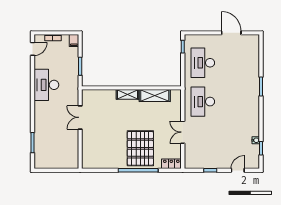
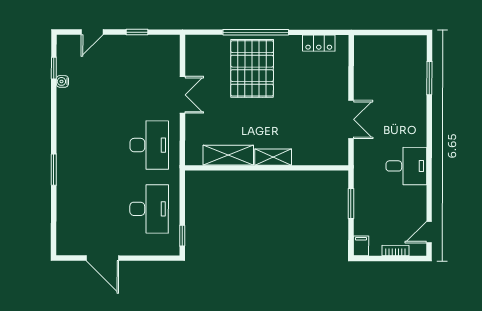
desk: (46, 85) -> (406, 166), width x0.73
locker: (171, 164) -> (319, 43), moved

